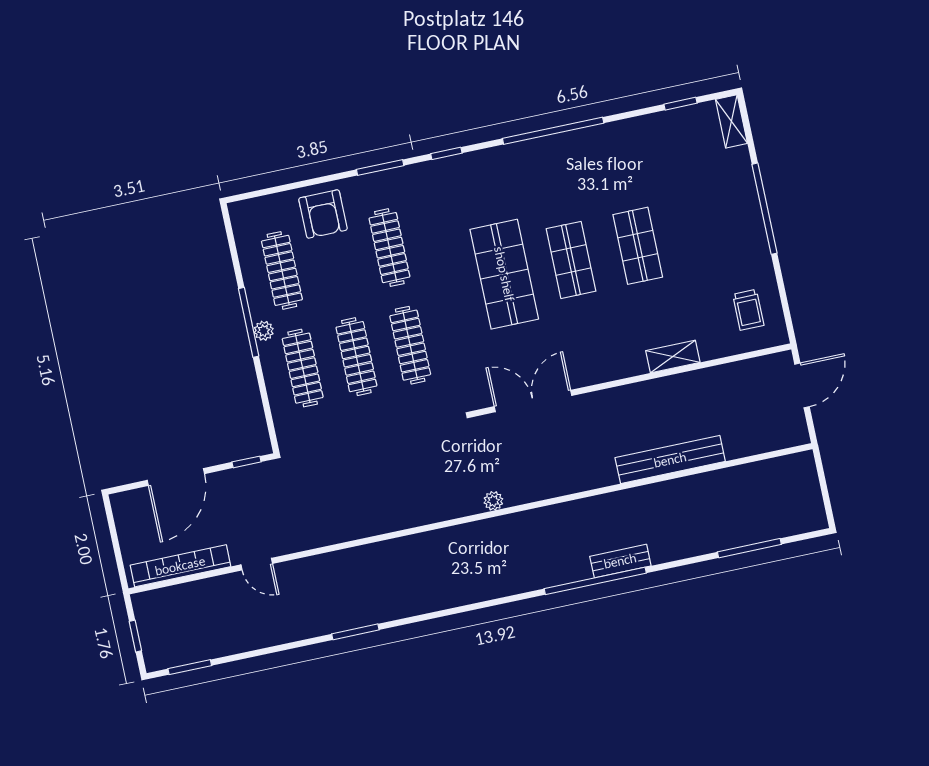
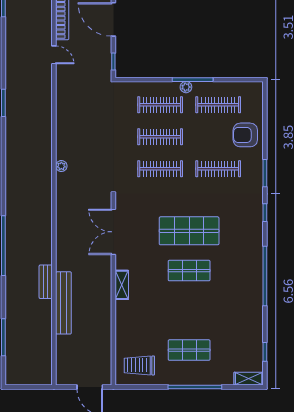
shop shelf: (638, 246) -> (189, 350), moved
trolley: (748, 310) -> (139, 365), width x1.36, depth x1.39
shelving: (673, 357) -> (122, 285), moved
double door: (533, 401) -> (113, 232), swing flipped
plant: (493, 501) -> (61, 166), moved
bench: (620, 561) -> (46, 282), moved
door: (257, 564) -> (54, 55), swing flipped

